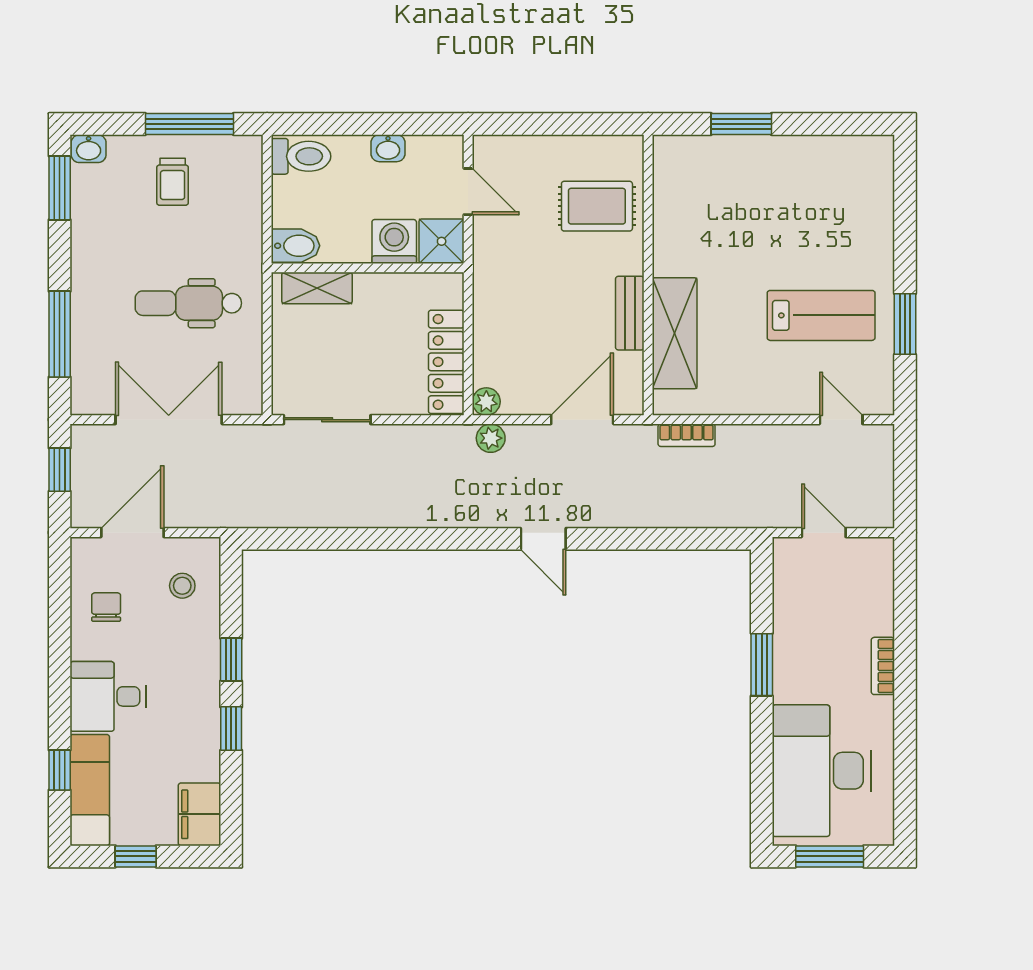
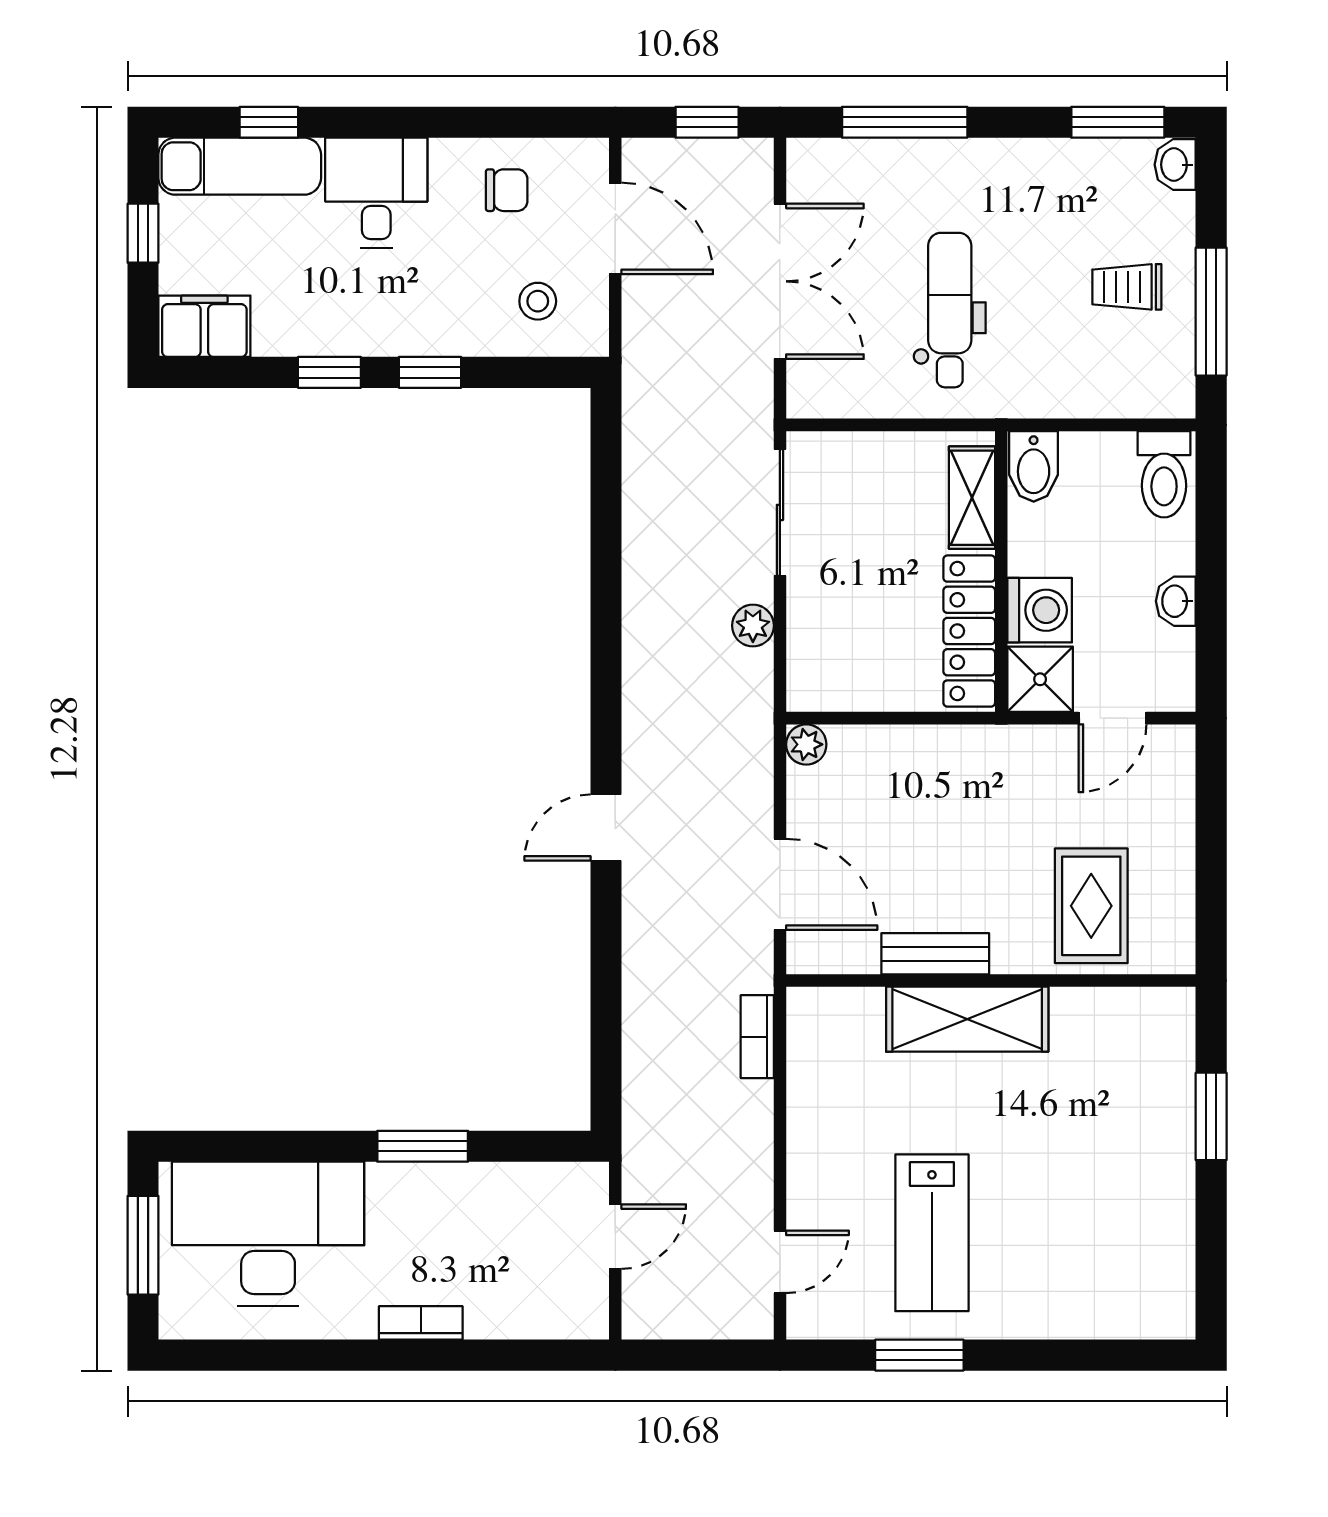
shelving: (675, 333) -> (967, 1019), moved
locker: (446, 362) -> (969, 631), moved, turned -90
plant: (491, 438) -> (753, 626), moved

